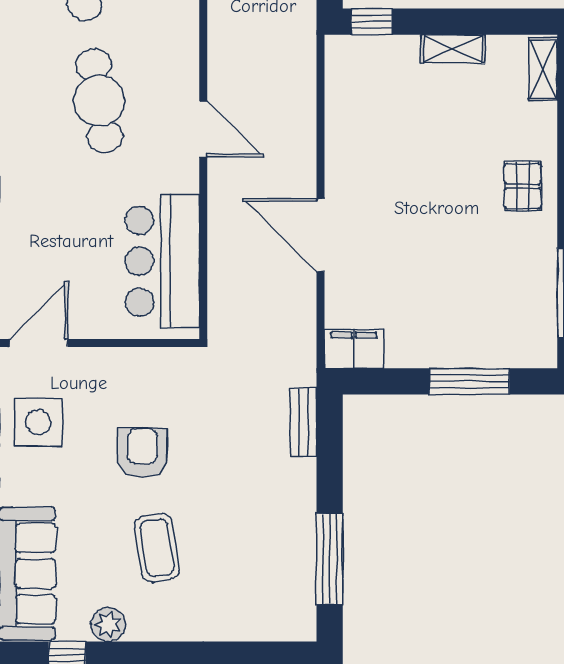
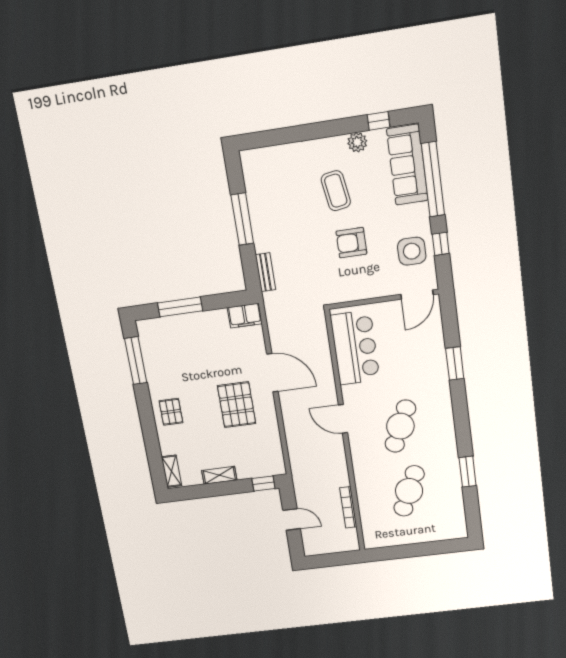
cafe table: (99, 101) -> (400, 426), turned 33
pallet: (397, 183) -> (237, 405), added
armchair: (142, 453) -> (351, 243), turned 90
window: (330, 559) -> (242, 219), moved

